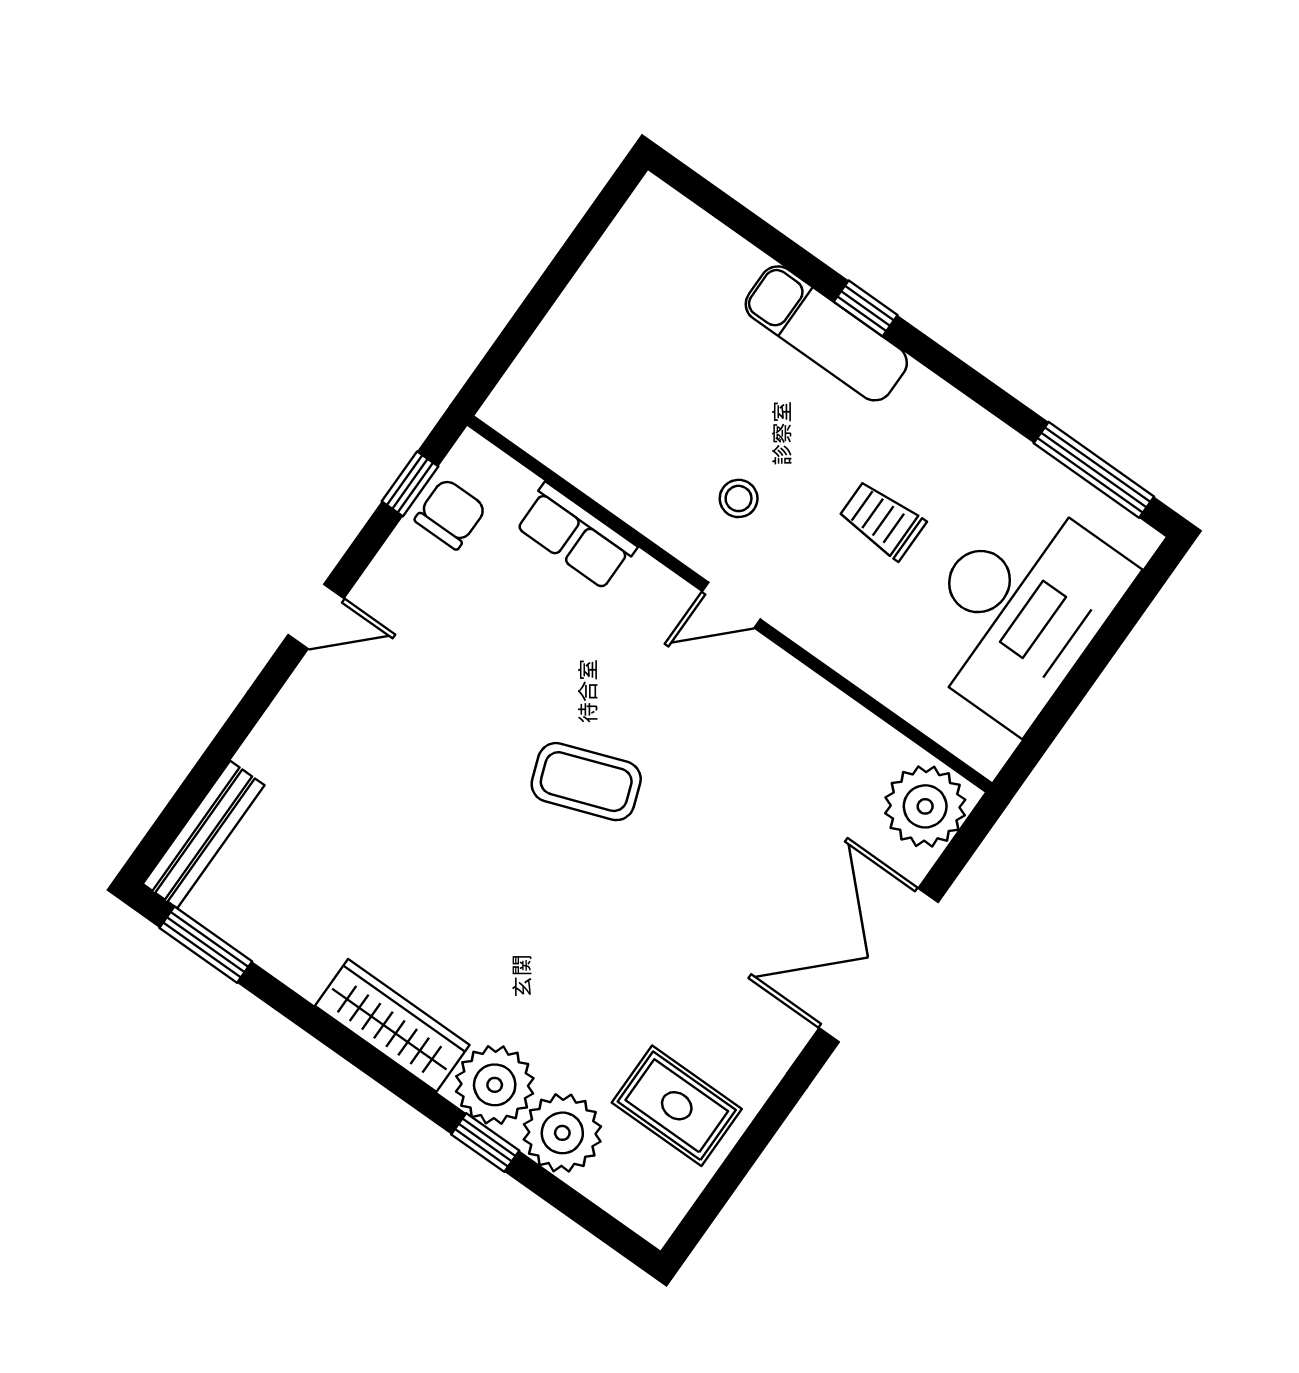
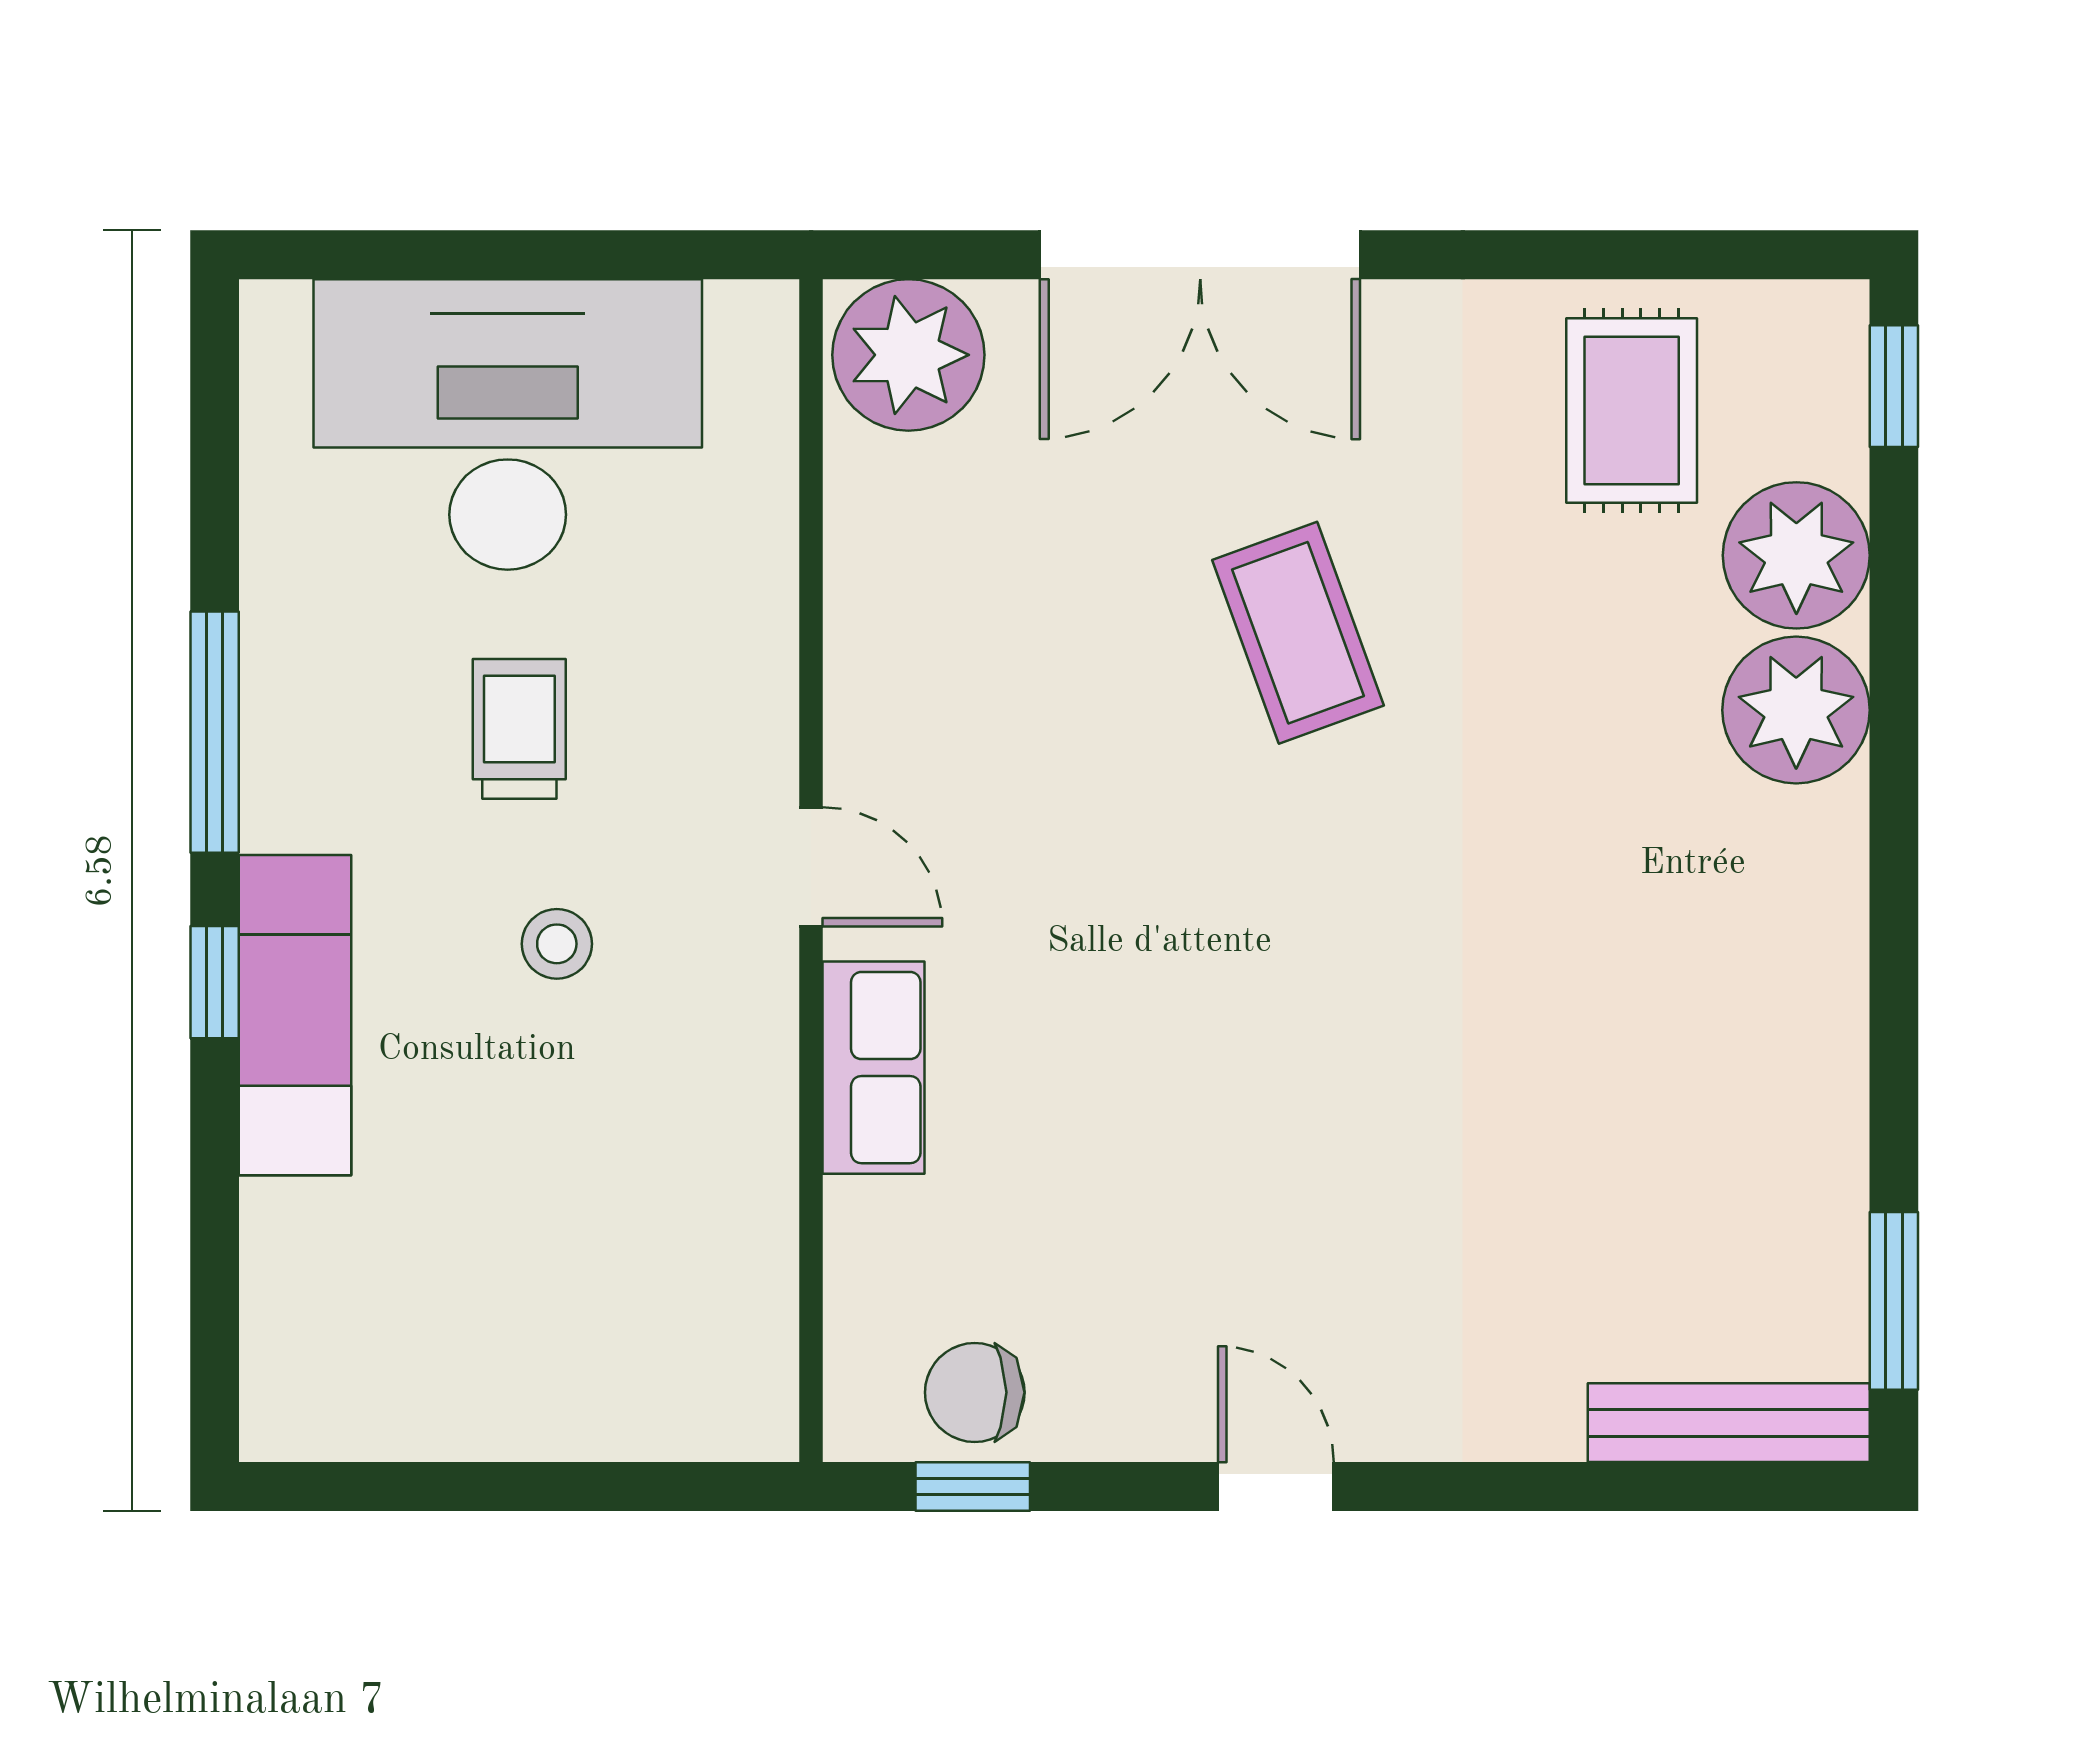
window: (1094, 470) -> (215, 732), moved
stool: (739, 498) -> (557, 944), moved
trolley: (882, 520) -> (519, 729), turned 180
row of seats: (576, 536) -> (874, 1068), moved
coffee table: (586, 782) -> (1298, 633), moved
wardrobe: (392, 1025) -> (1816, 930), removed
window: (485, 1142) -> (1894, 386), moved

